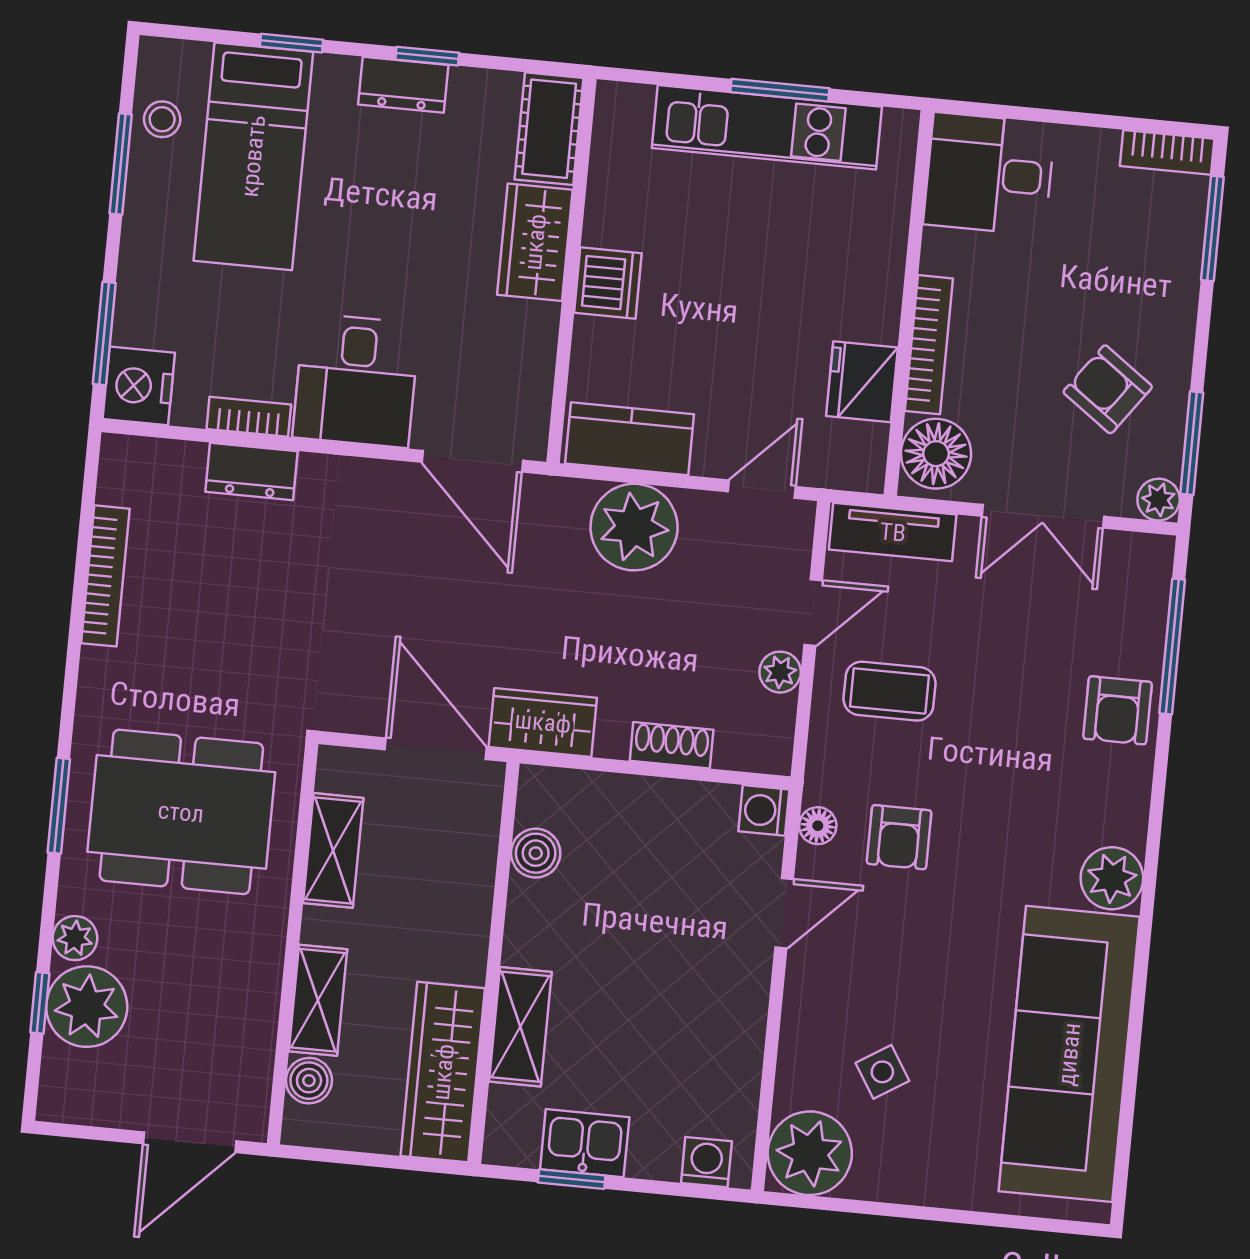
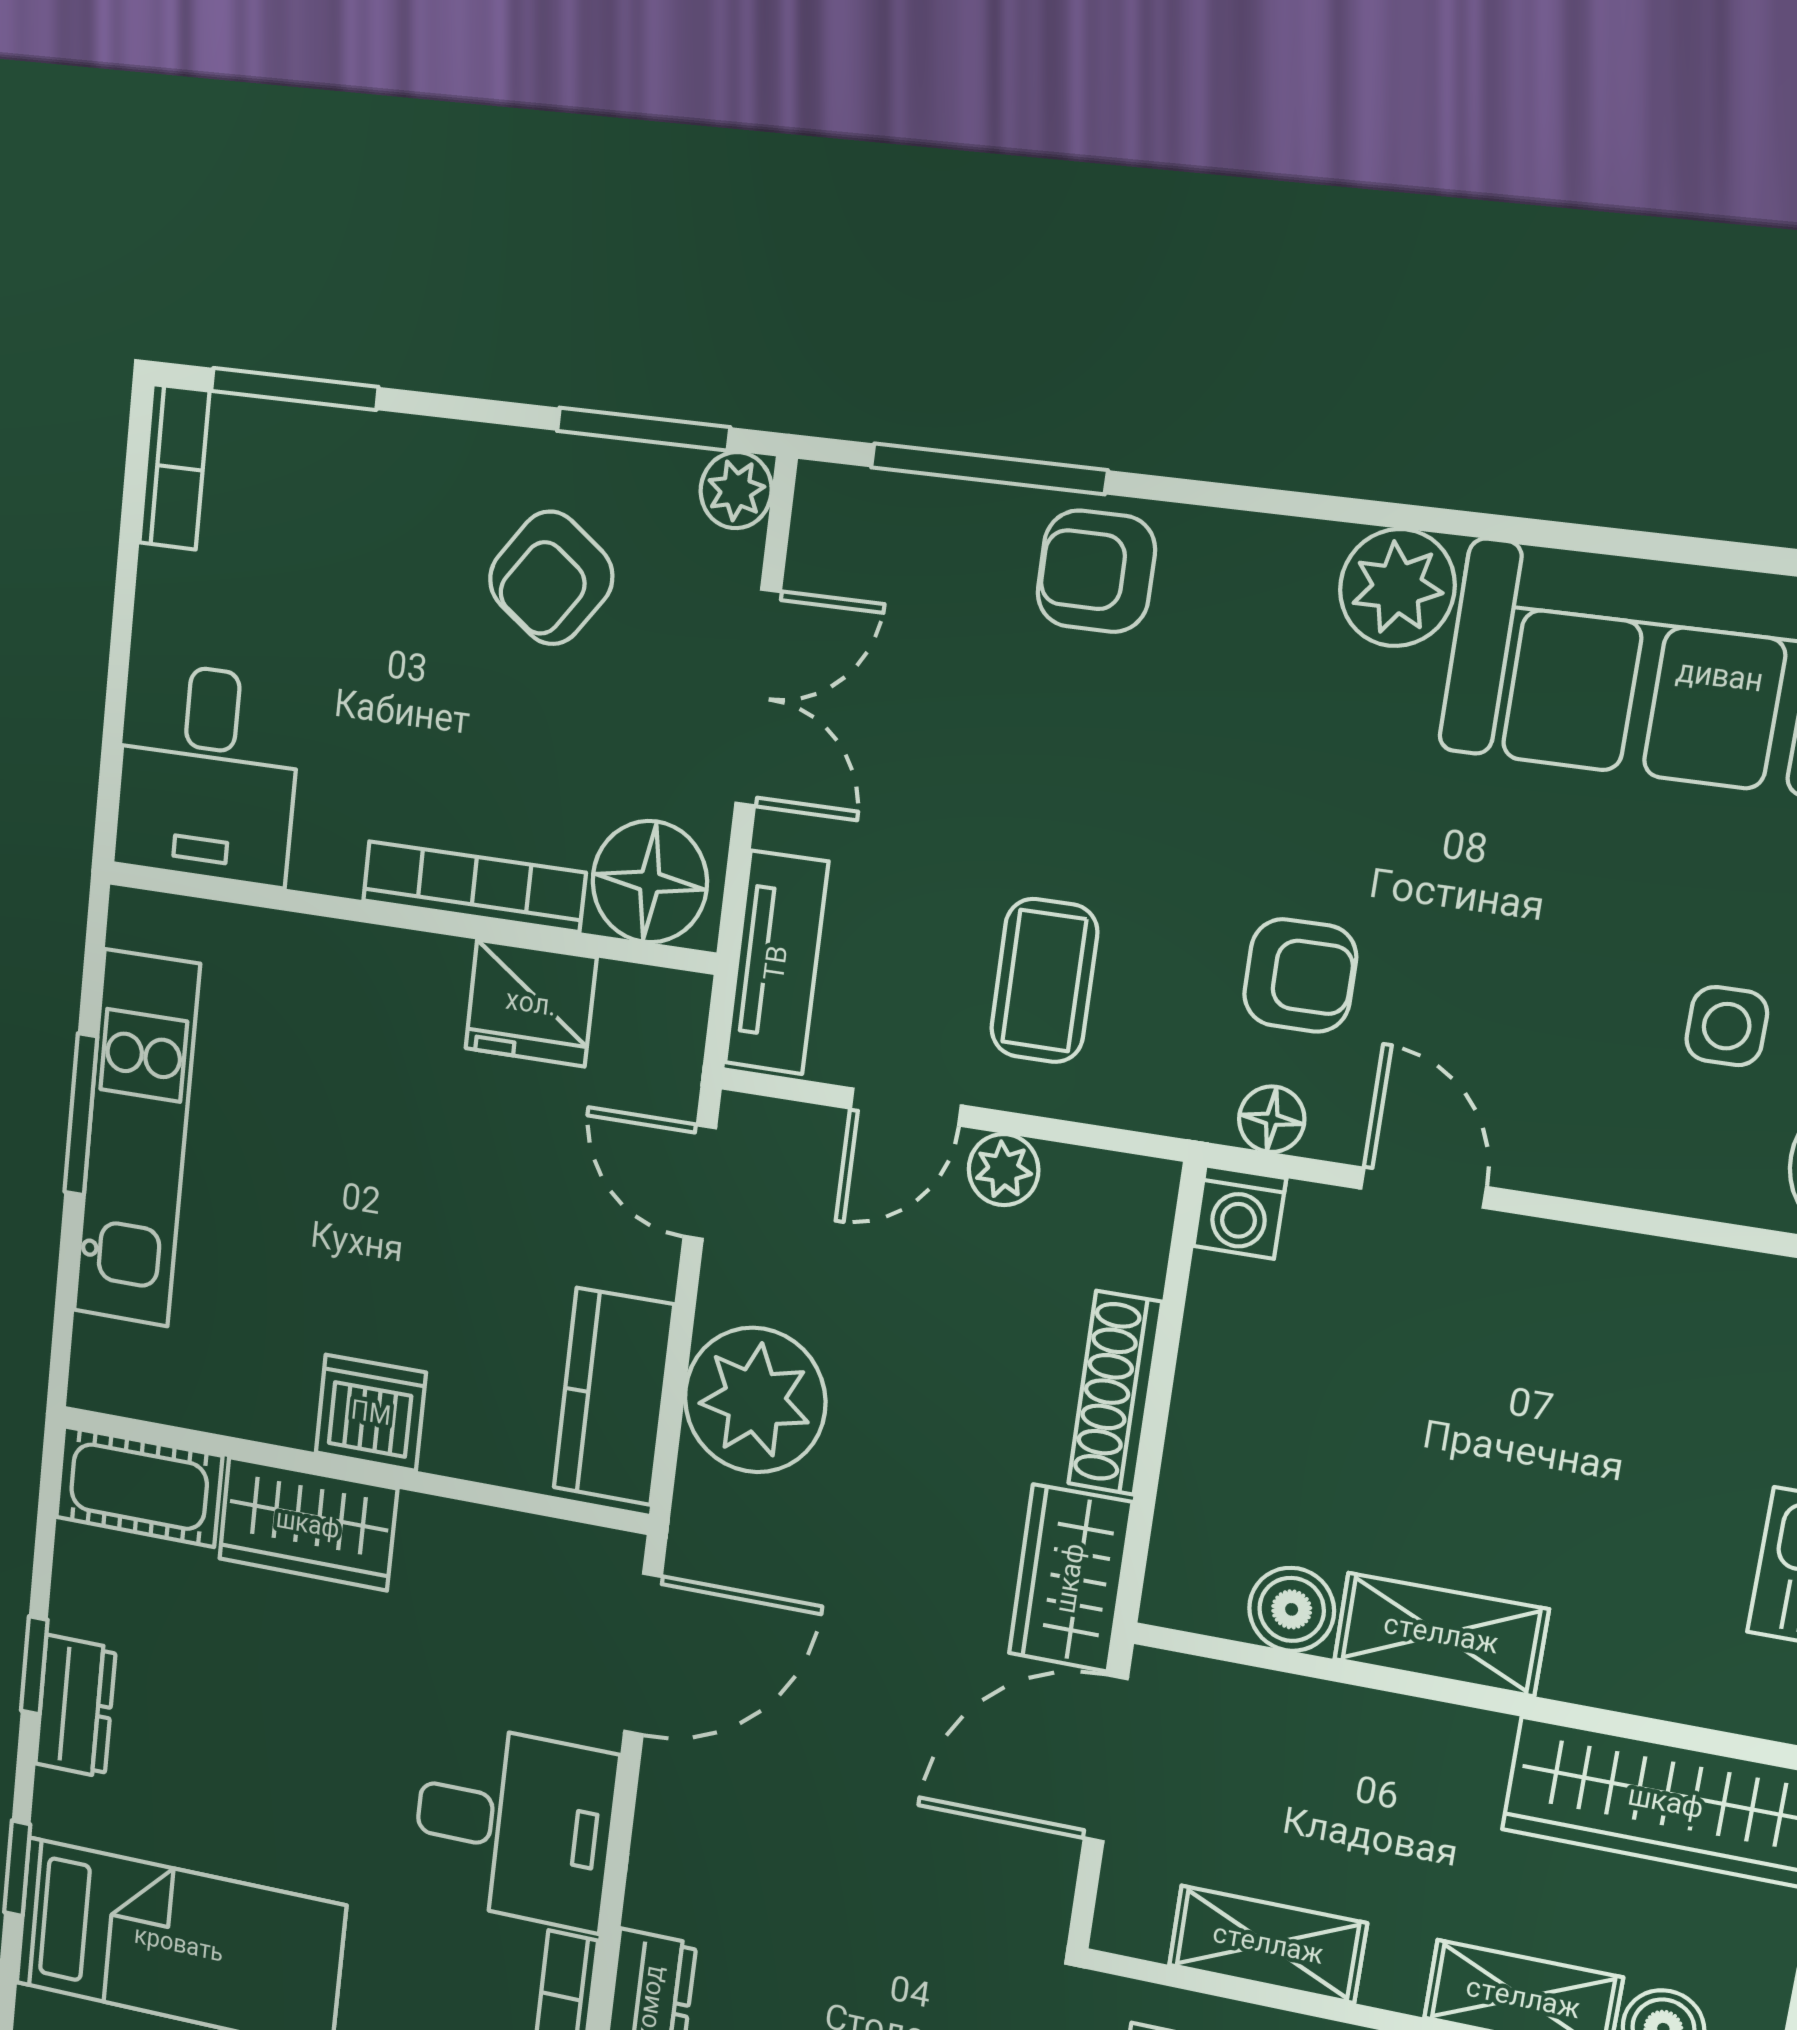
door: (813, 613) -> (906, 1107), swing flipped
armchair: (1118, 710) -> (1096, 571), turned 180
shoe rack: (672, 745) -> (1115, 1393), width x1.43
shelving: (520, 1027) -> (1441, 1634), moved
side table: (882, 1072) -> (1727, 1026), turned 32

